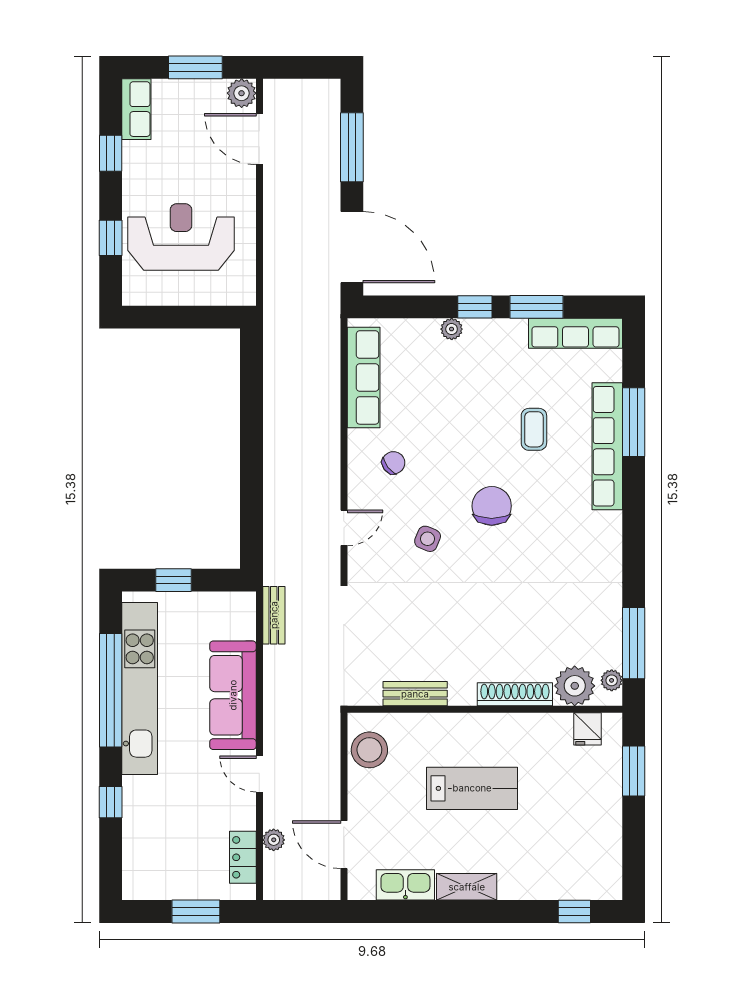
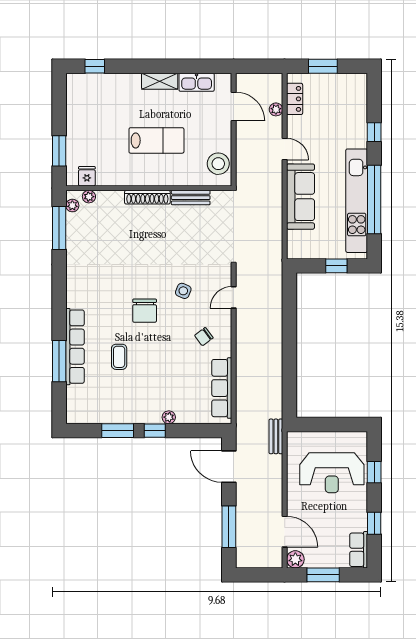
door: (352, 247) -> (229, 467), width x0.73
row of seats: (575, 333) -> (94, 415), removed
bench: (274, 615) -> (276, 436), moved
plant: (575, 686) -> (89, 197), width x0.53, depth x0.53
shoe rack: (515, 694) -> (147, 197), moved
lab bench: (472, 788) -> (156, 140), turned 180

